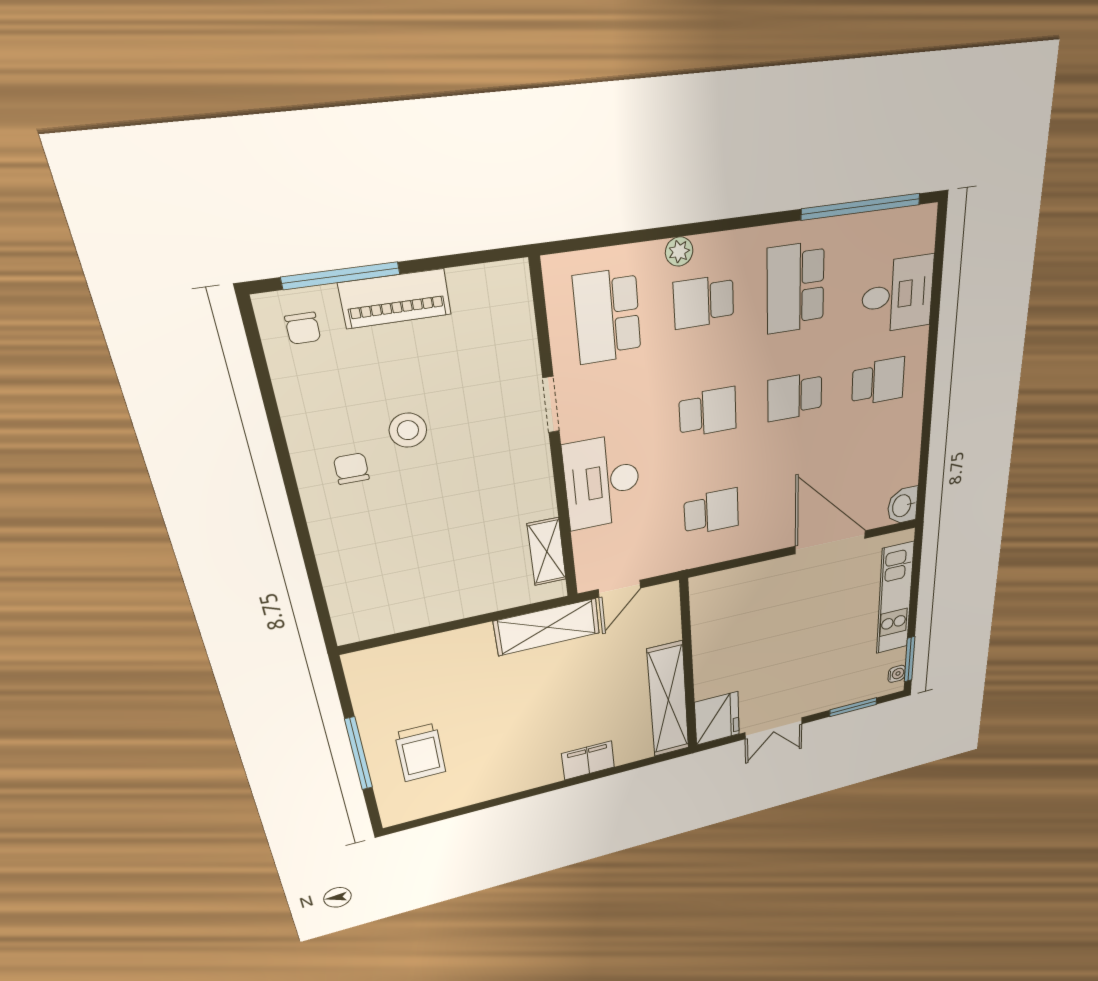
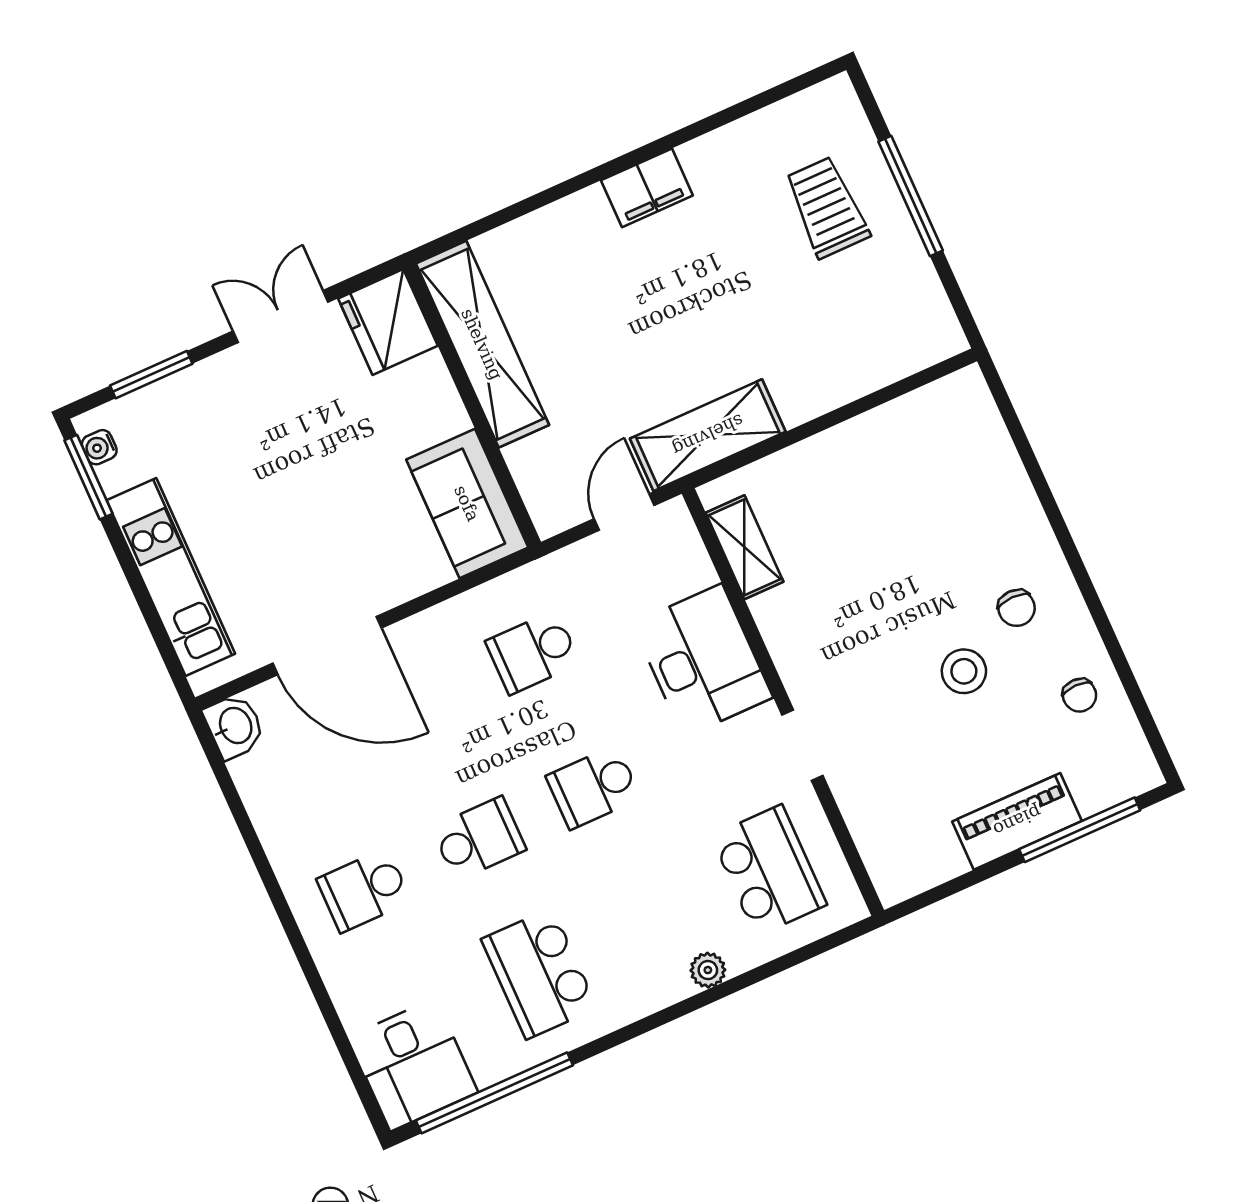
school desk: (796, 288) -> (539, 973), turned 180
desk: (897, 295) -> (413, 1065), moved, turned -90
school desk: (704, 302) -> (654, 922), removed
chair: (303, 328) -> (1080, 695), moved, turned 180
sofa: (714, 611) -> (467, 503), added
filing cabinet: (588, 760) -> (647, 188), moved

